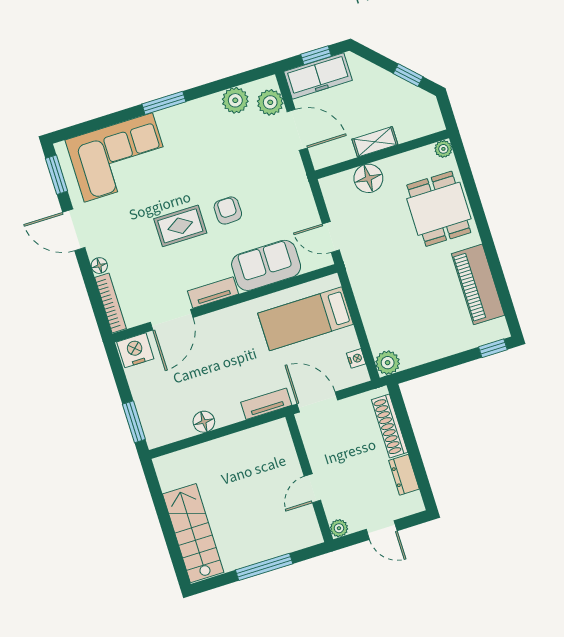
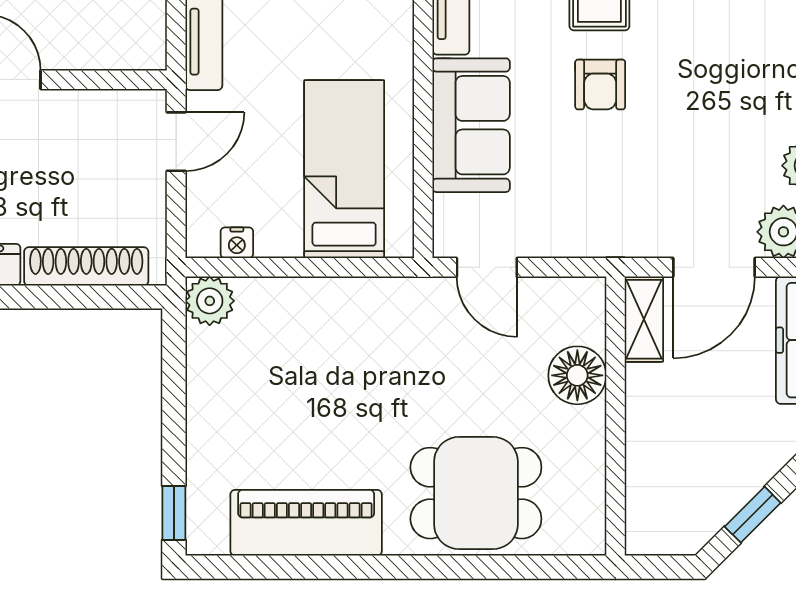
shelving: (375, 142) -> (644, 319), moved
plant: (443, 149) -> (589, 538), removed
armchair: (228, 211) -> (600, 84), turned 91
door: (331, 237) -> (487, 267), swing flipped
door: (317, 402) -> (176, 142), width x0.73

